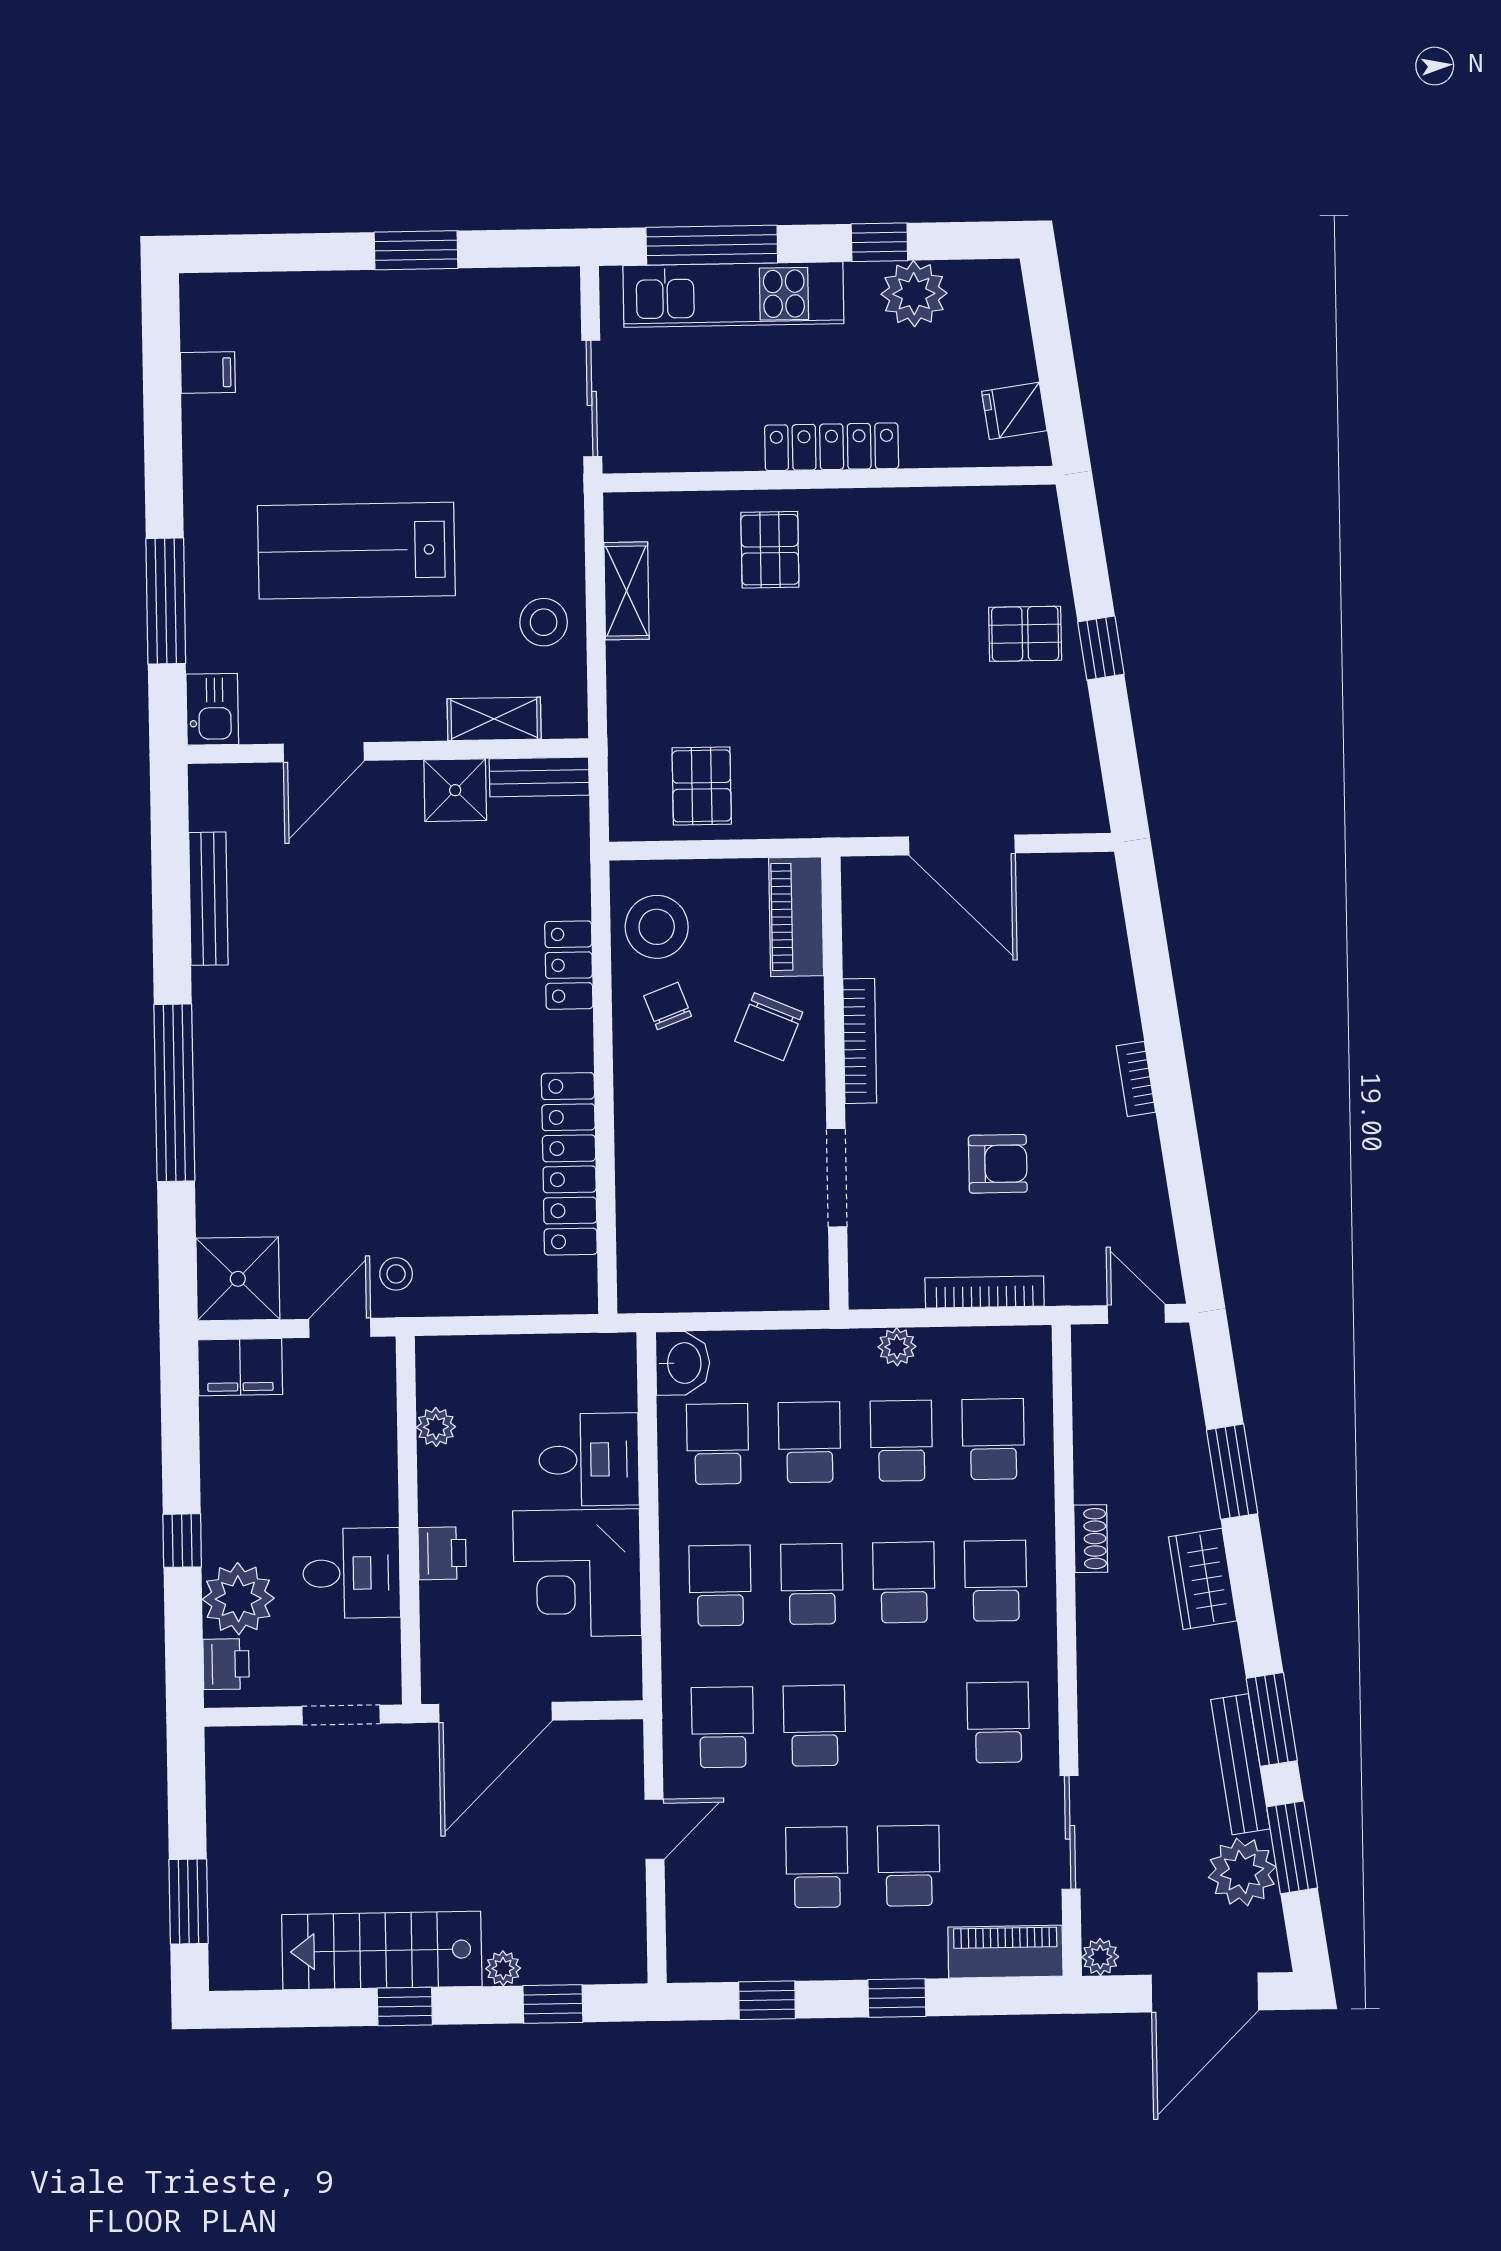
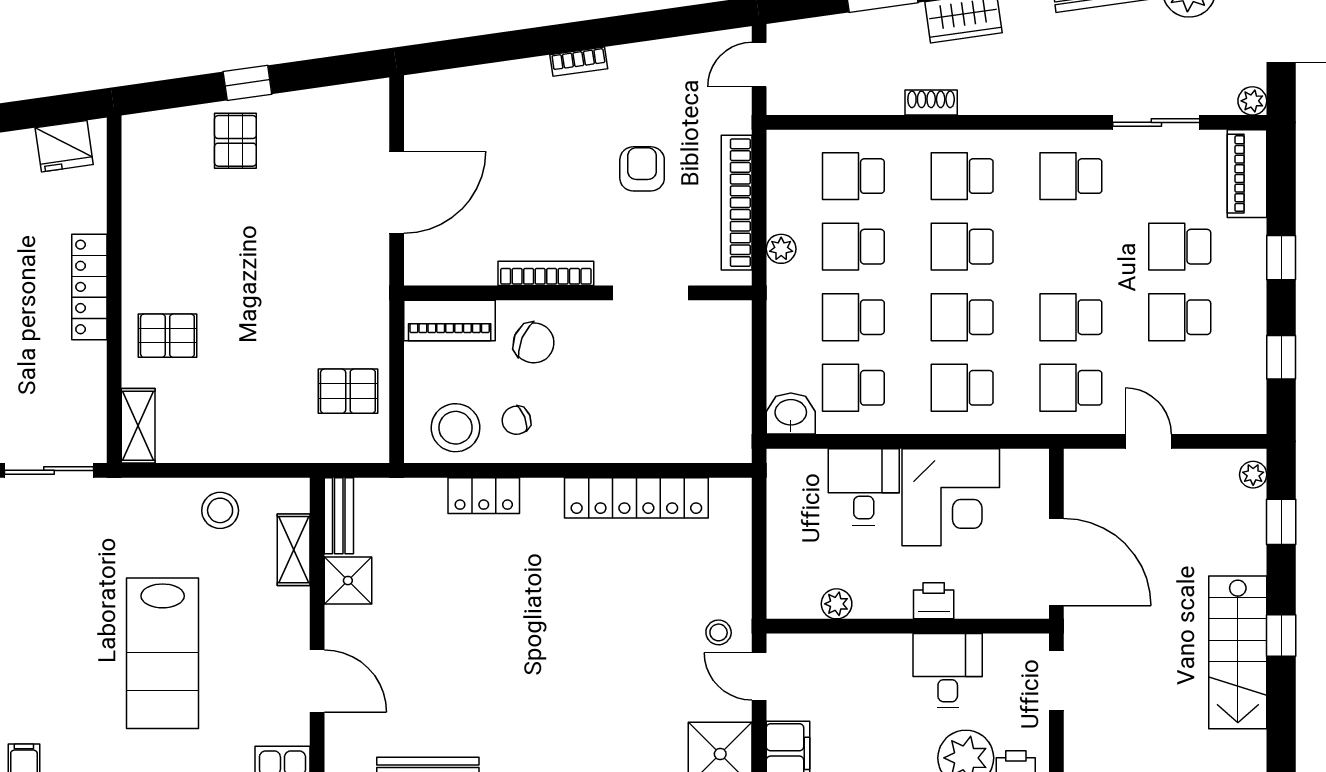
fridge: (1014, 411) -> (64, 146), width x1.38
shelving: (626, 591) -> (138, 426), moved, turned 90
bookcase: (985, 1292) -> (737, 203), width x1.48, depth x1.31
plant: (503, 1968) -> (1253, 475), moved

